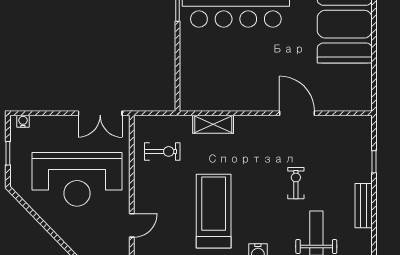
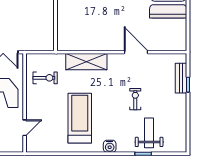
shelving: (213, 124) -> (86, 62), width x1.50, depth x1.33
bench: (364, 206) -> (181, 78), moved

